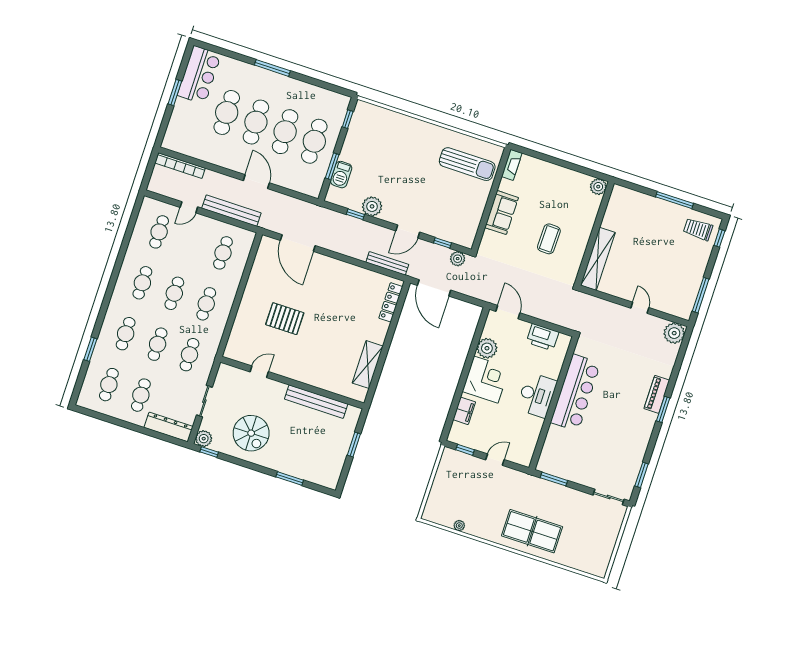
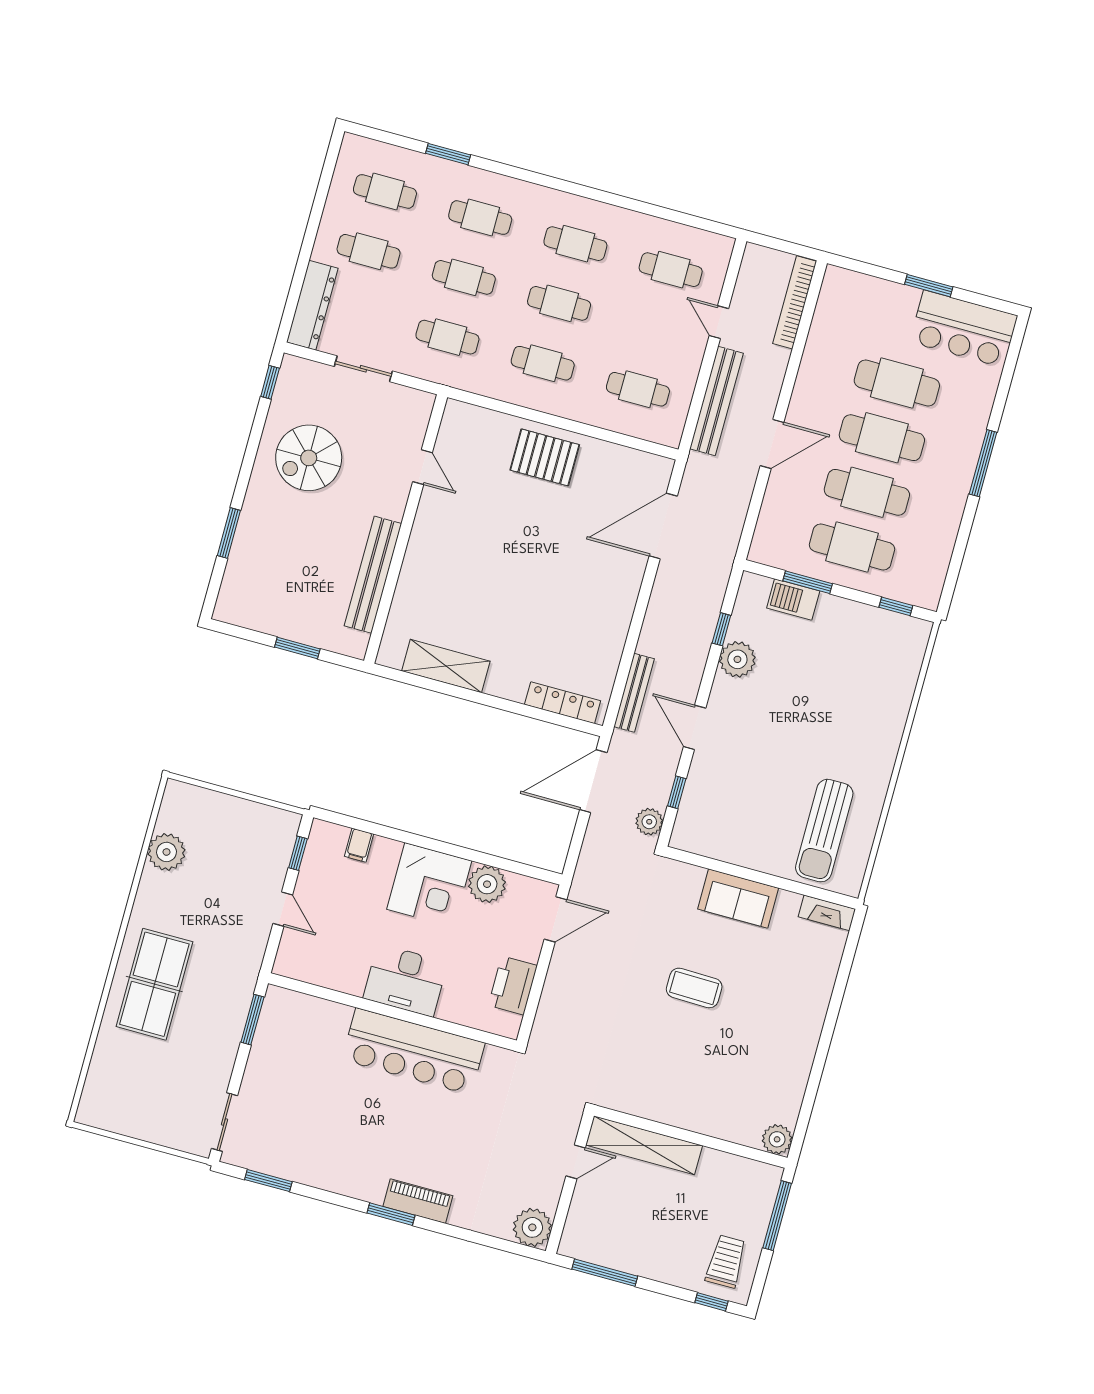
plant: (598, 187) -> (777, 1139), moved
wall: (594, 233) -> (691, 1137), moved
shelving: (598, 259) -> (644, 1145), moved
pallet: (285, 319) -> (545, 457), moved, turned 90
filing cabinet: (464, 411) -> (359, 845), width x0.50
plant: (204, 439) -> (294, 371), removed
plant: (459, 526) -> (166, 852), width x1.88, depth x1.88

